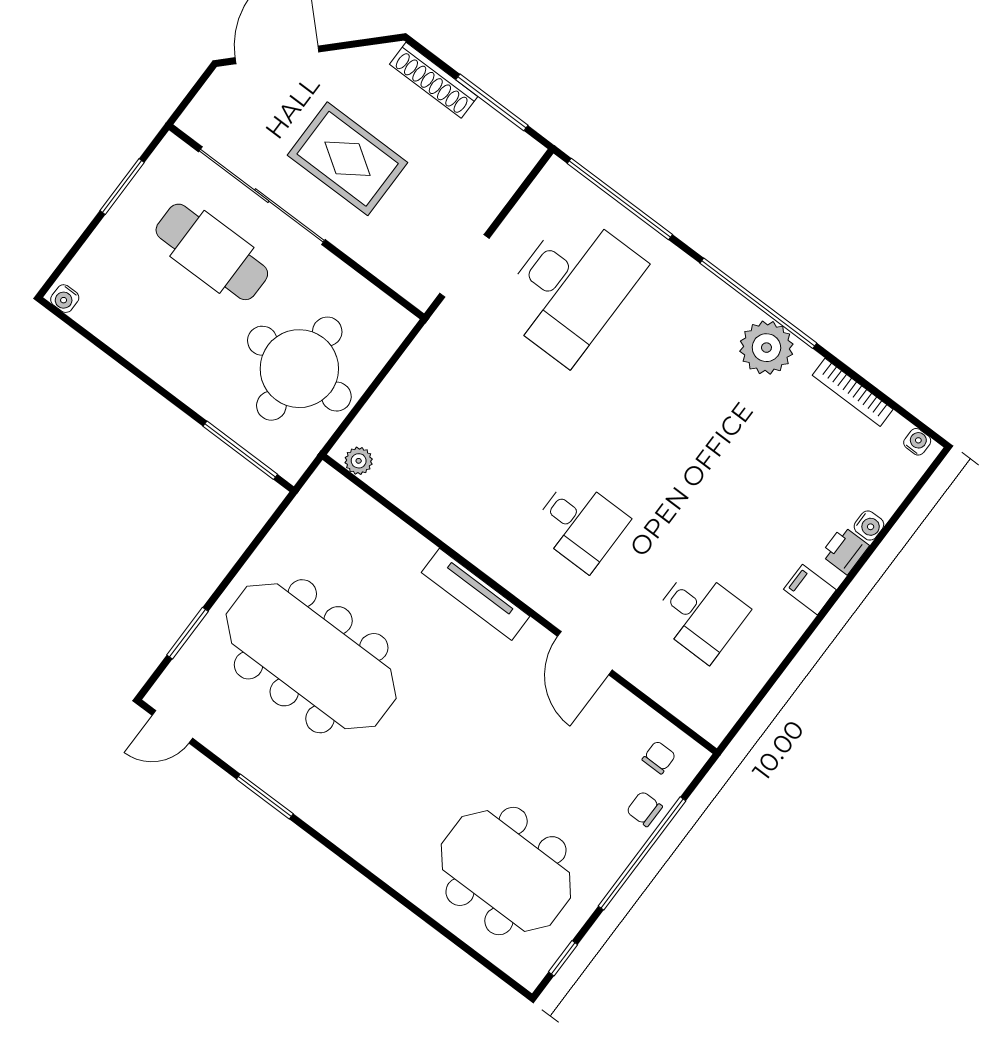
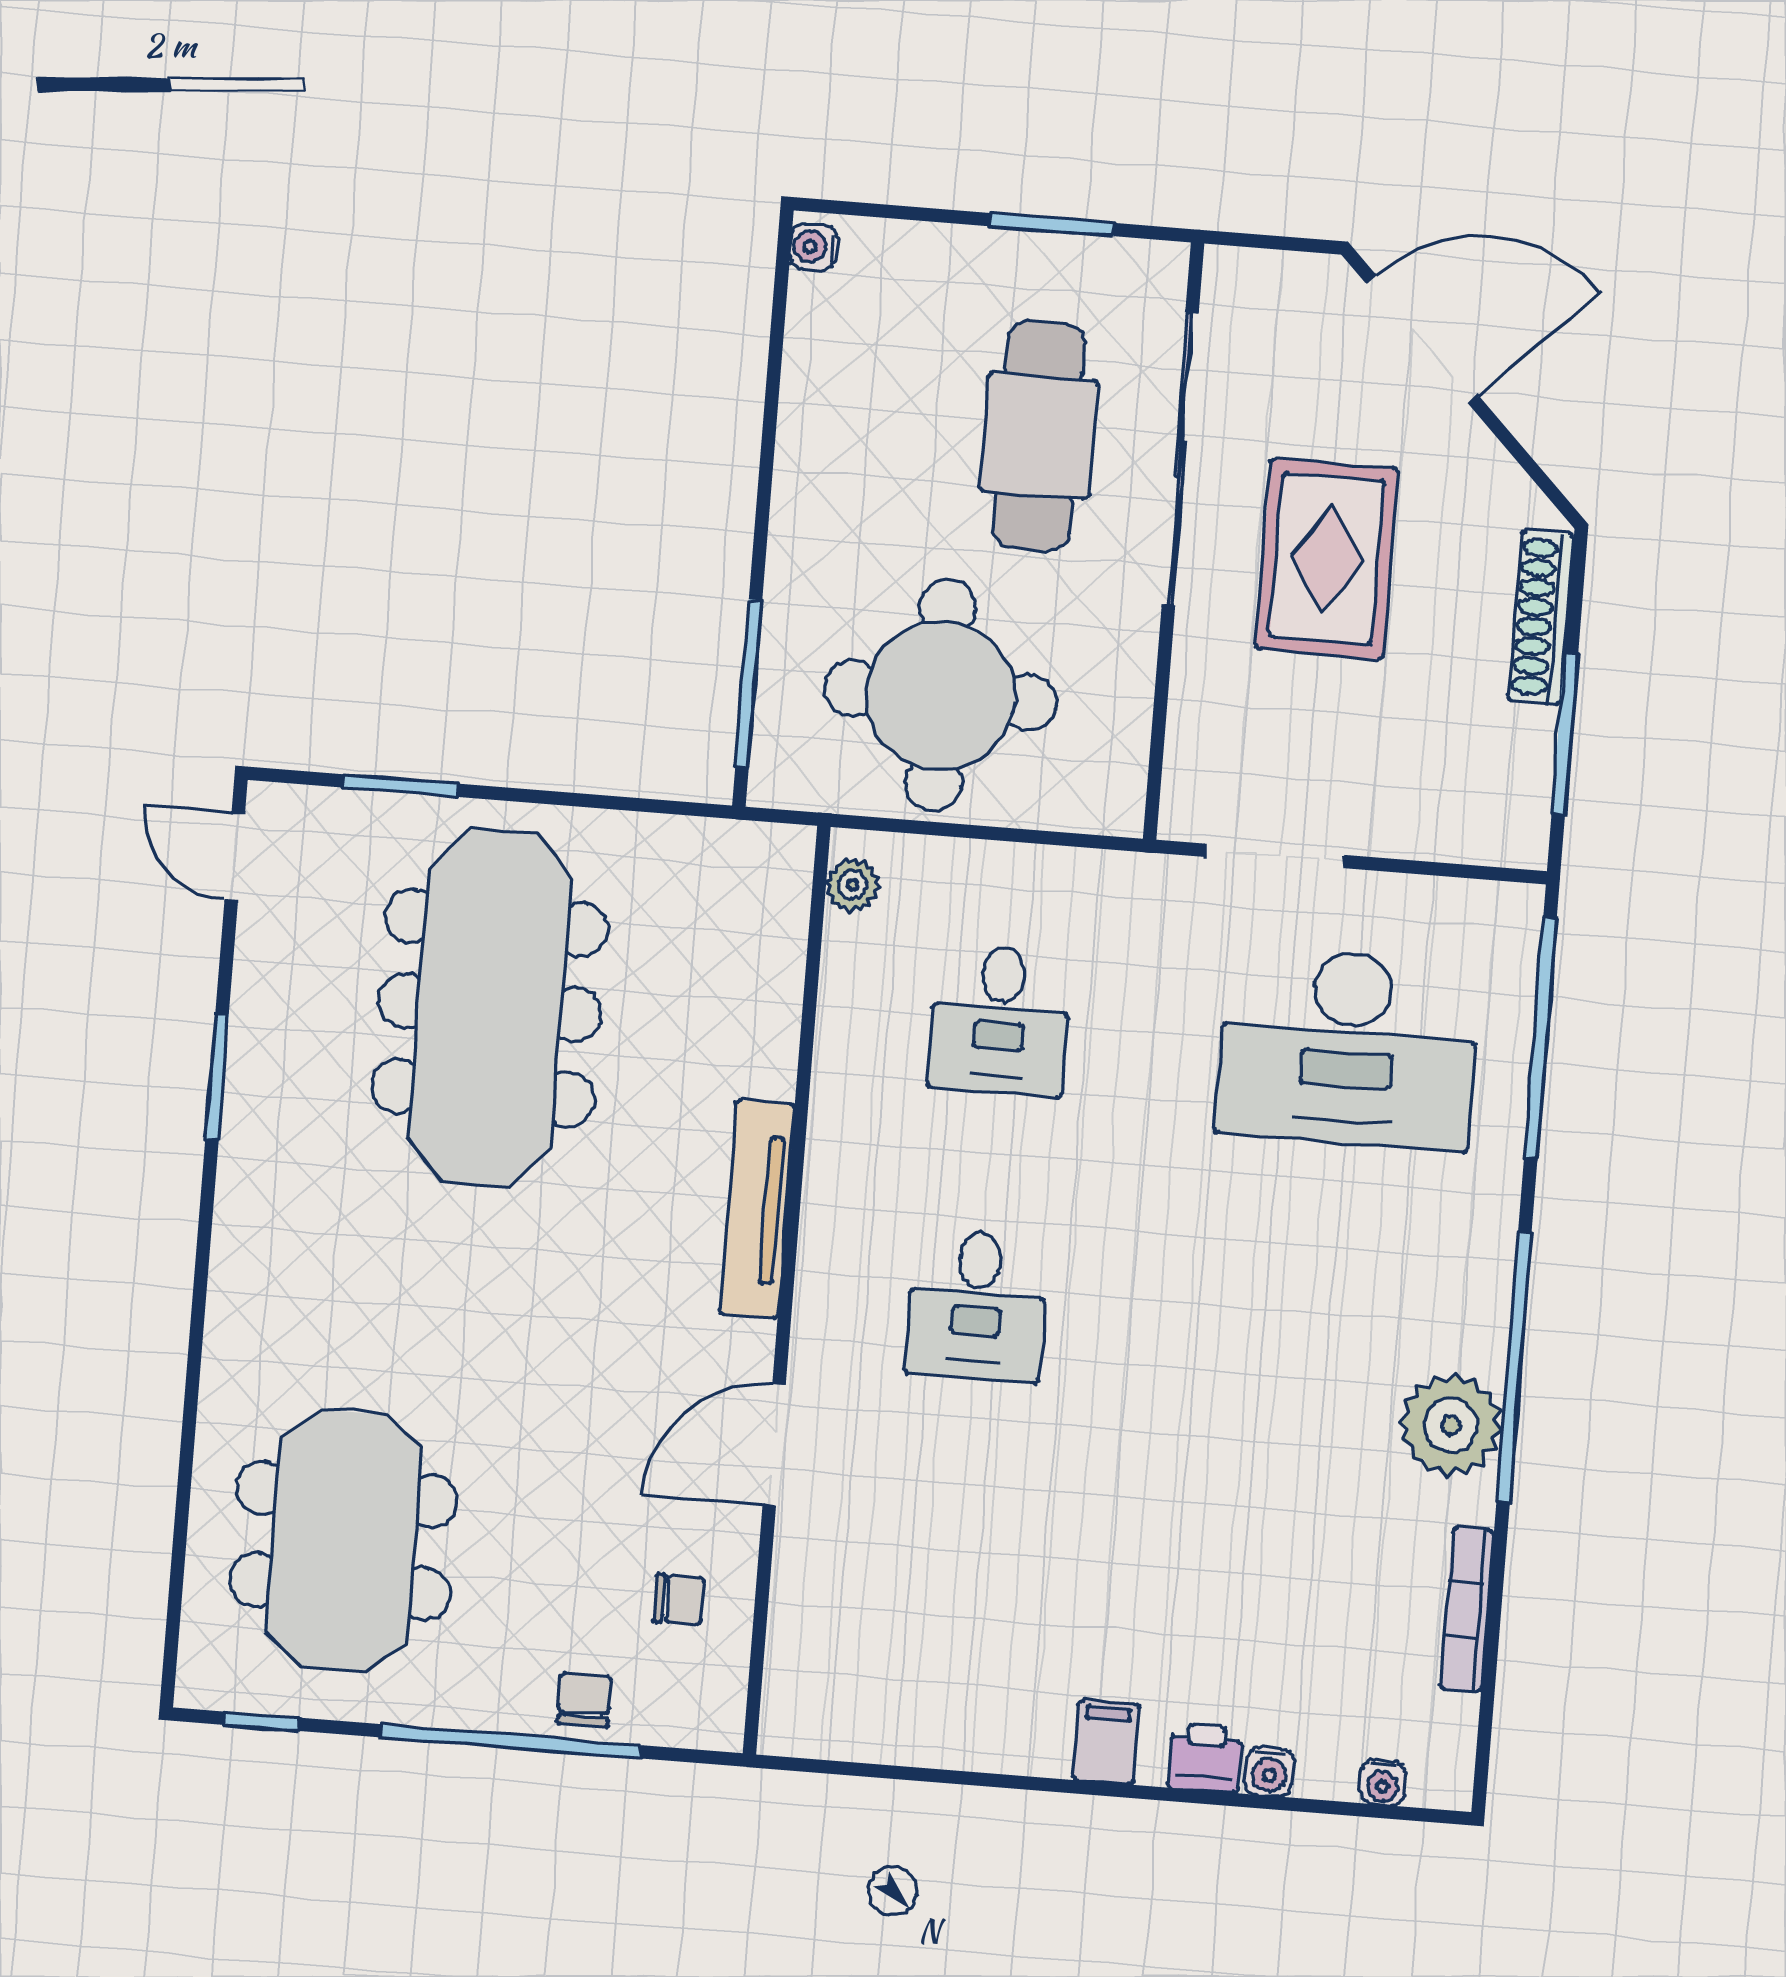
water cooler: (917, 442) -> (1383, 1783), moved, turned 90
desk: (700, 614) -> (1000, 1020), moved
chair: (659, 757) -> (679, 1599), moved

